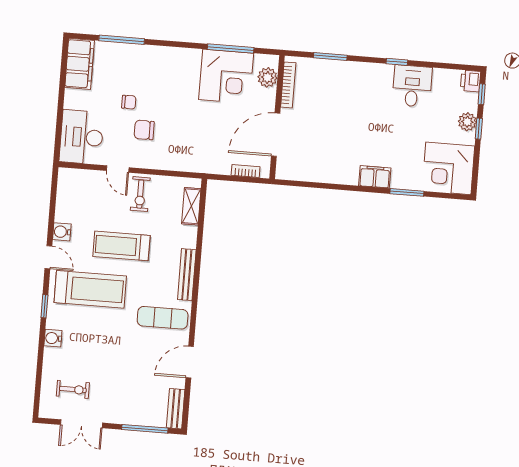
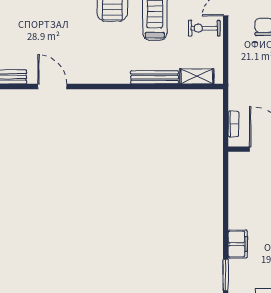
bench: (187, 275) -> (155, 77), moved
exercise mat: (163, 318) -> (91, 58), removed

